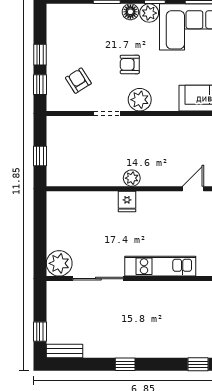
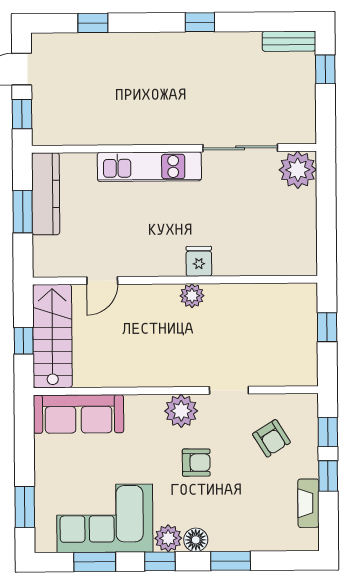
fireplace: (53, 36) -> (308, 503), added

